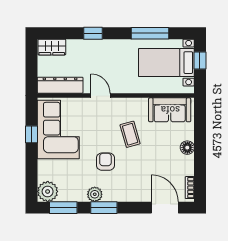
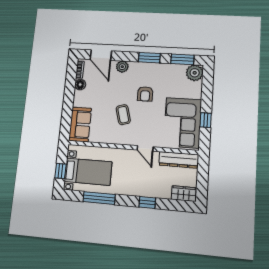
sofa: (170, 110) -> (80, 124), moved, turned 90
floor lamp: (187, 148) -> (80, 85), moved
plant: (95, 194) -> (122, 67), moved

